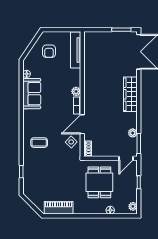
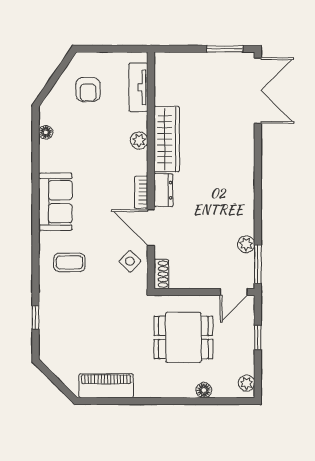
tv unit: (76, 50) -> (138, 87), width x0.71
plant: (76, 91) -> (139, 140), moved
sofa: (32, 94) -> (55, 202), moved
wardrobe: (130, 94) -> (167, 139), moved, turned 180
dresser: (89, 104) -> (163, 190), added
door: (82, 124) -> (151, 228), hinge flipped
dining table: (99, 182) -> (183, 337), turned 90

